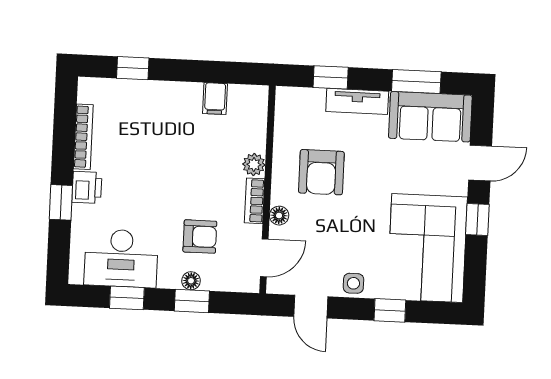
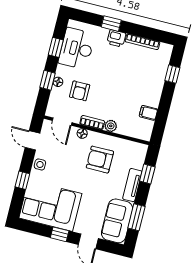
door: (311, 307) -> (32, 140), hinge flipped

